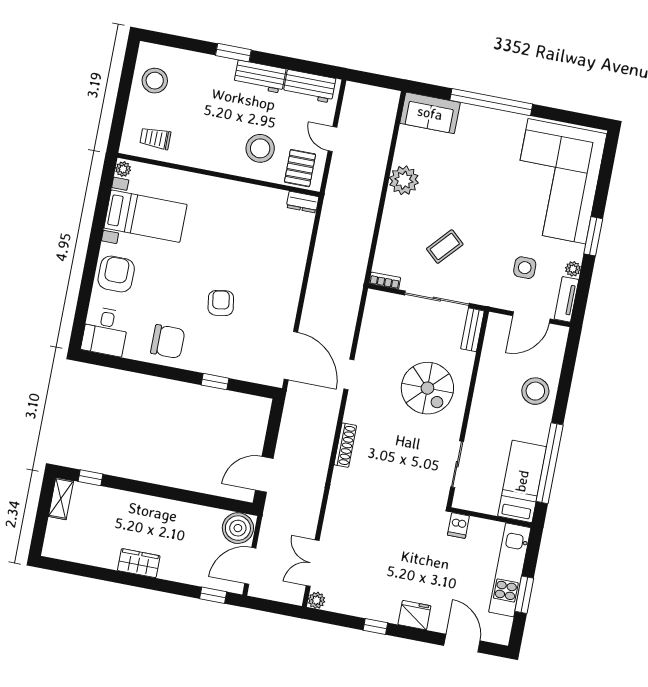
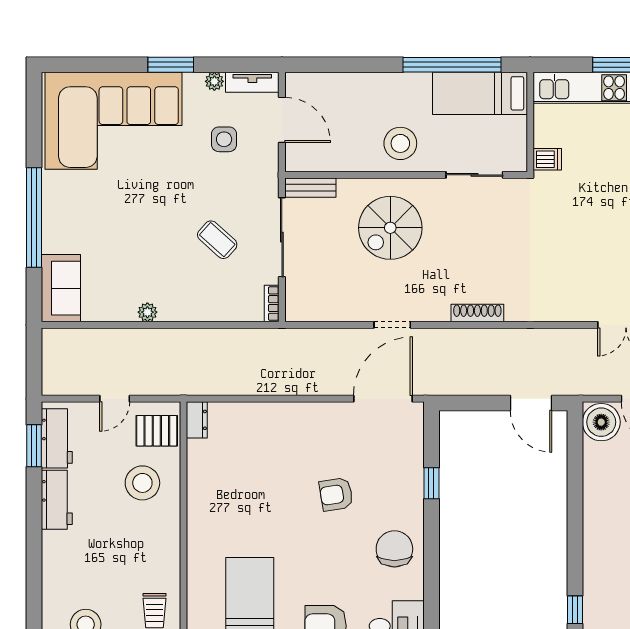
window: (233, 53) -> (34, 446), moved
plant: (404, 180) -> (147, 312), width x0.53, depth x0.53
spiral stairs: (427, 388) -> (390, 228), turned 180
stool: (535, 391) -> (400, 143), moved

